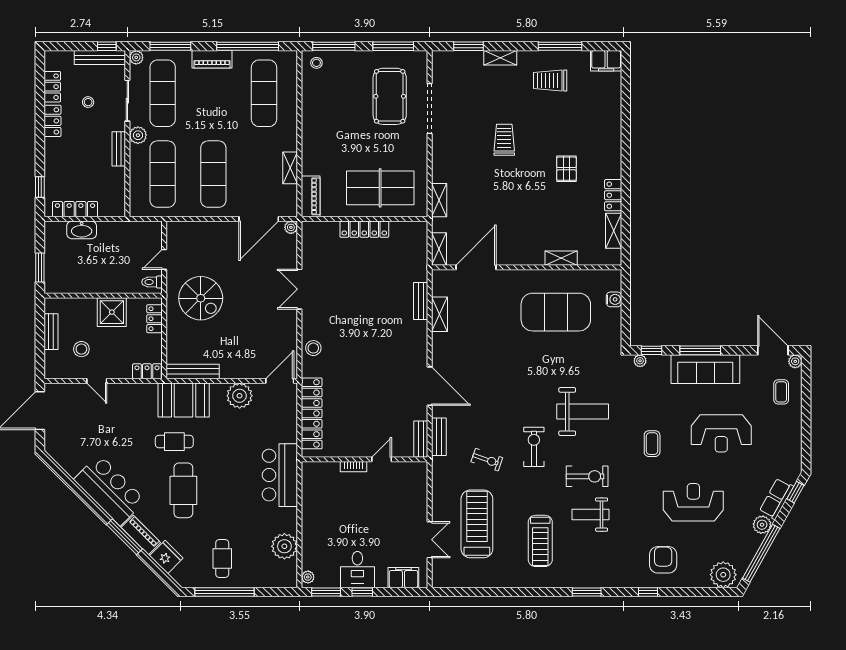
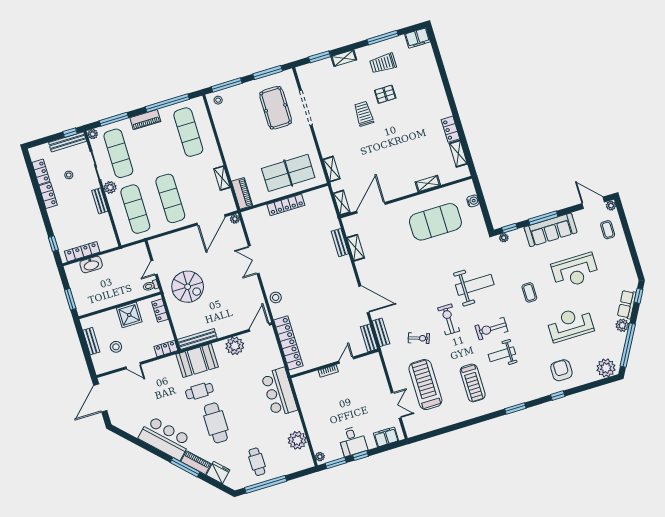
pallet: (566, 169) -> (385, 94), moved, turned 90
exercise bike: (587, 476) -> (491, 329), turned 180

